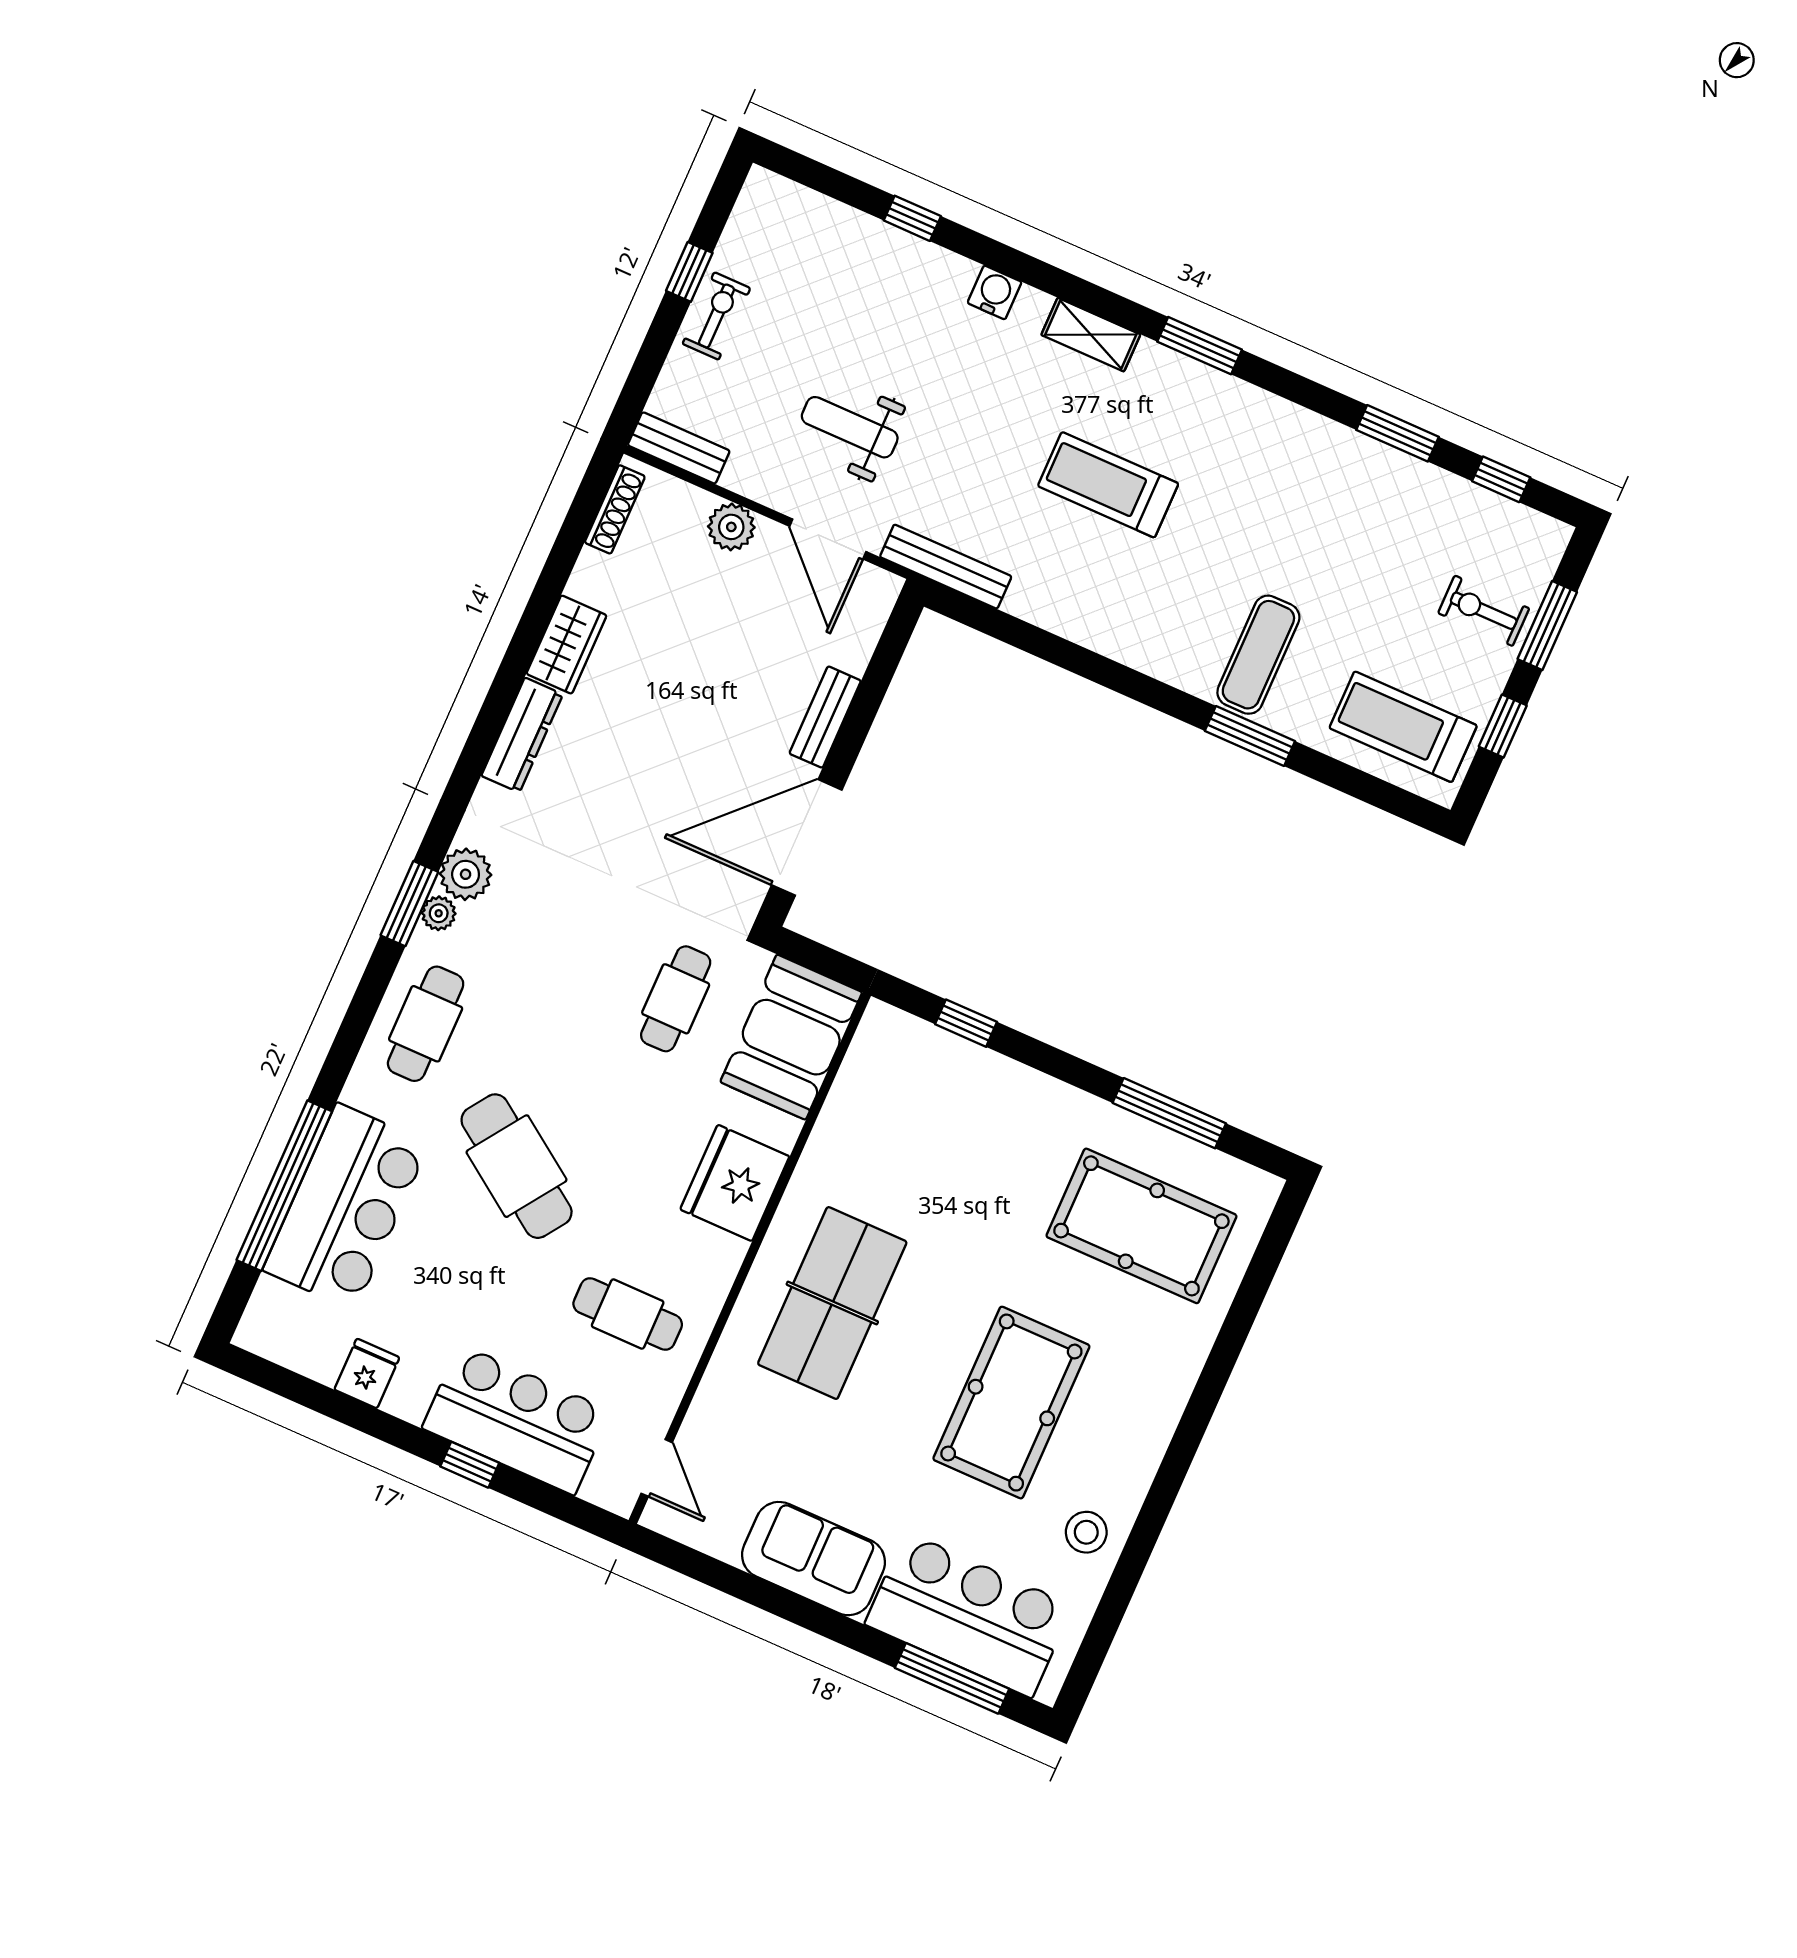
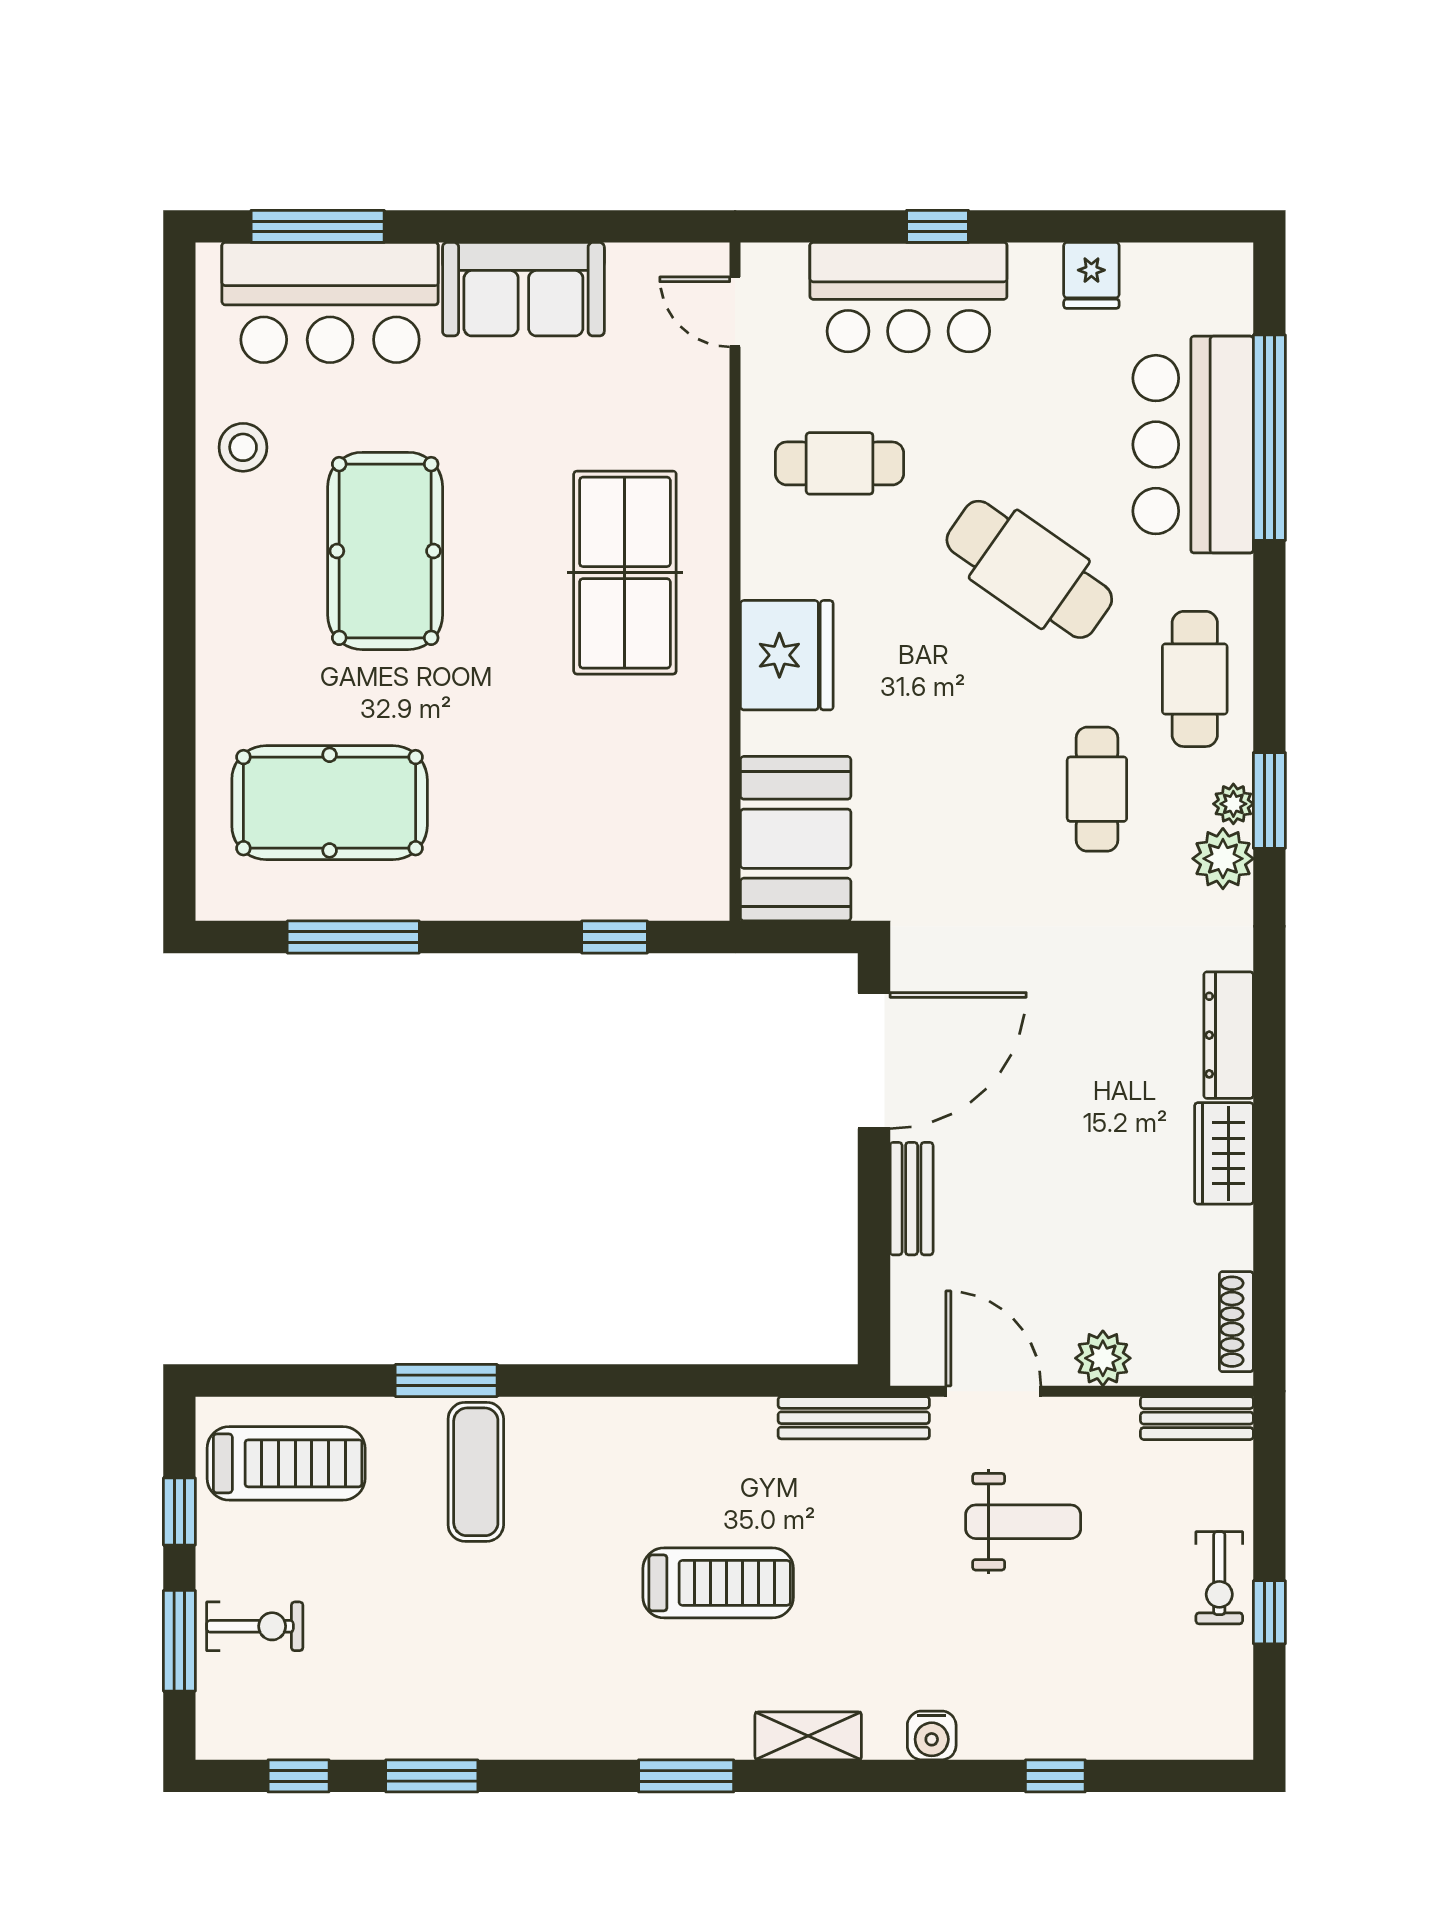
cafe table: (676, 999) -> (1097, 789), moved

